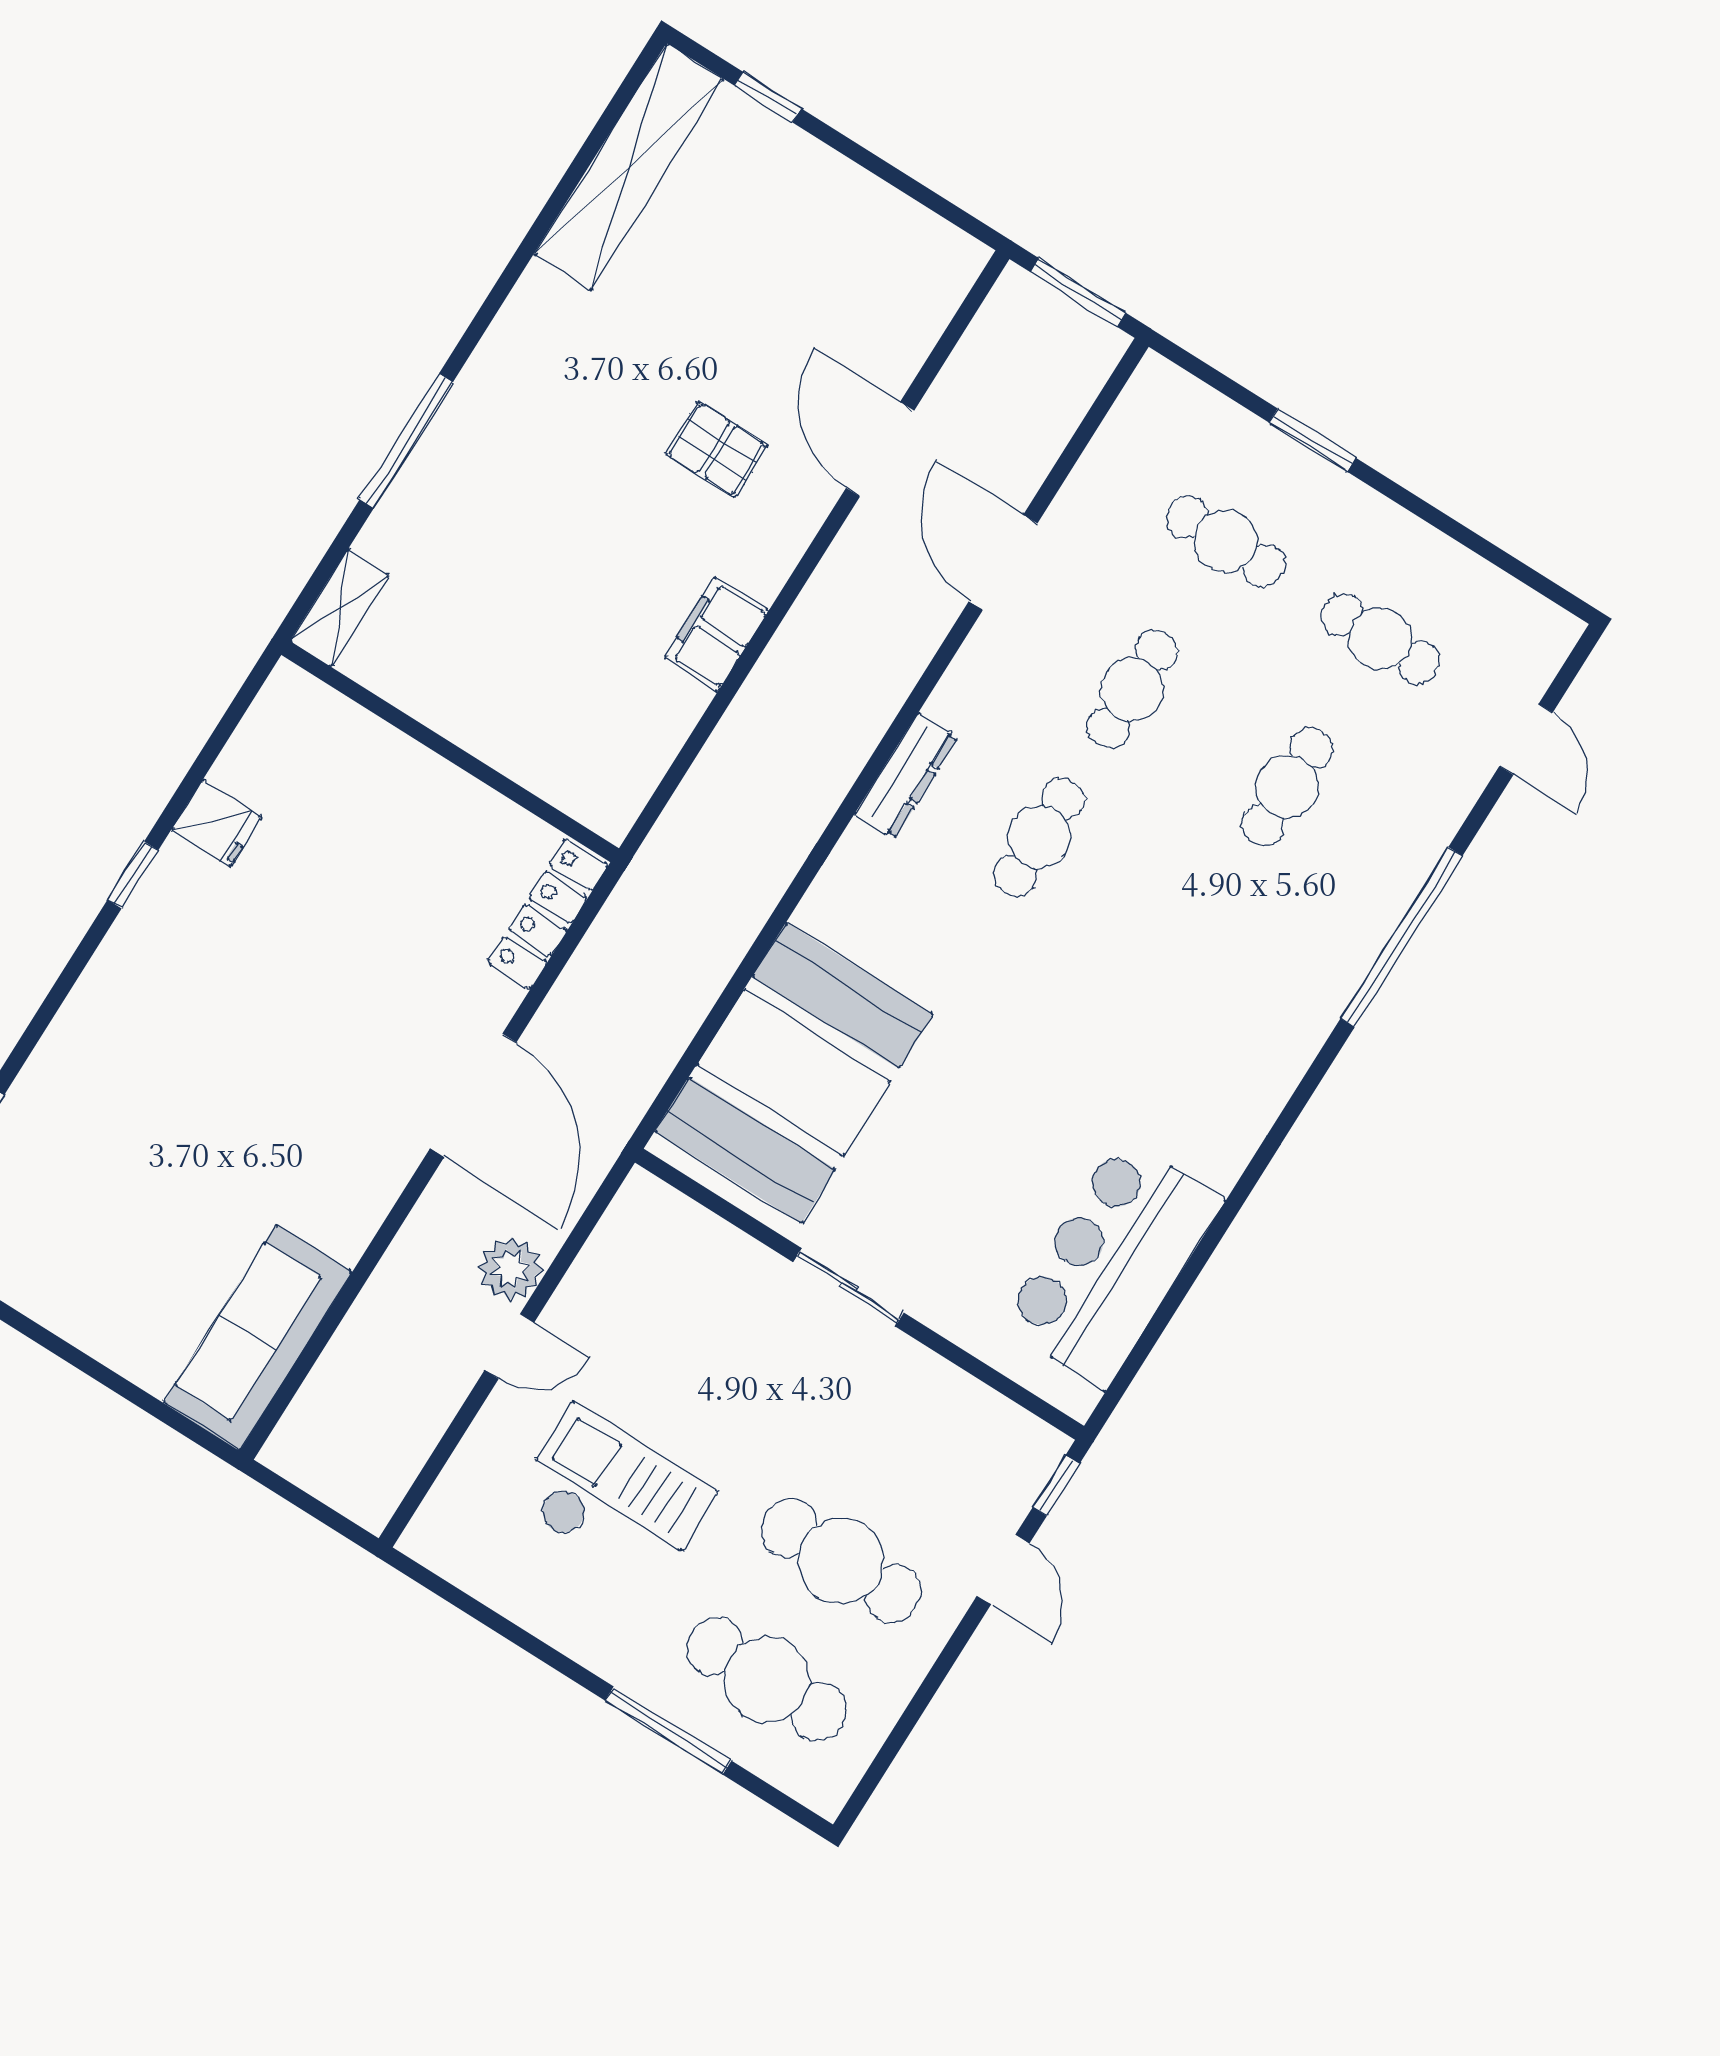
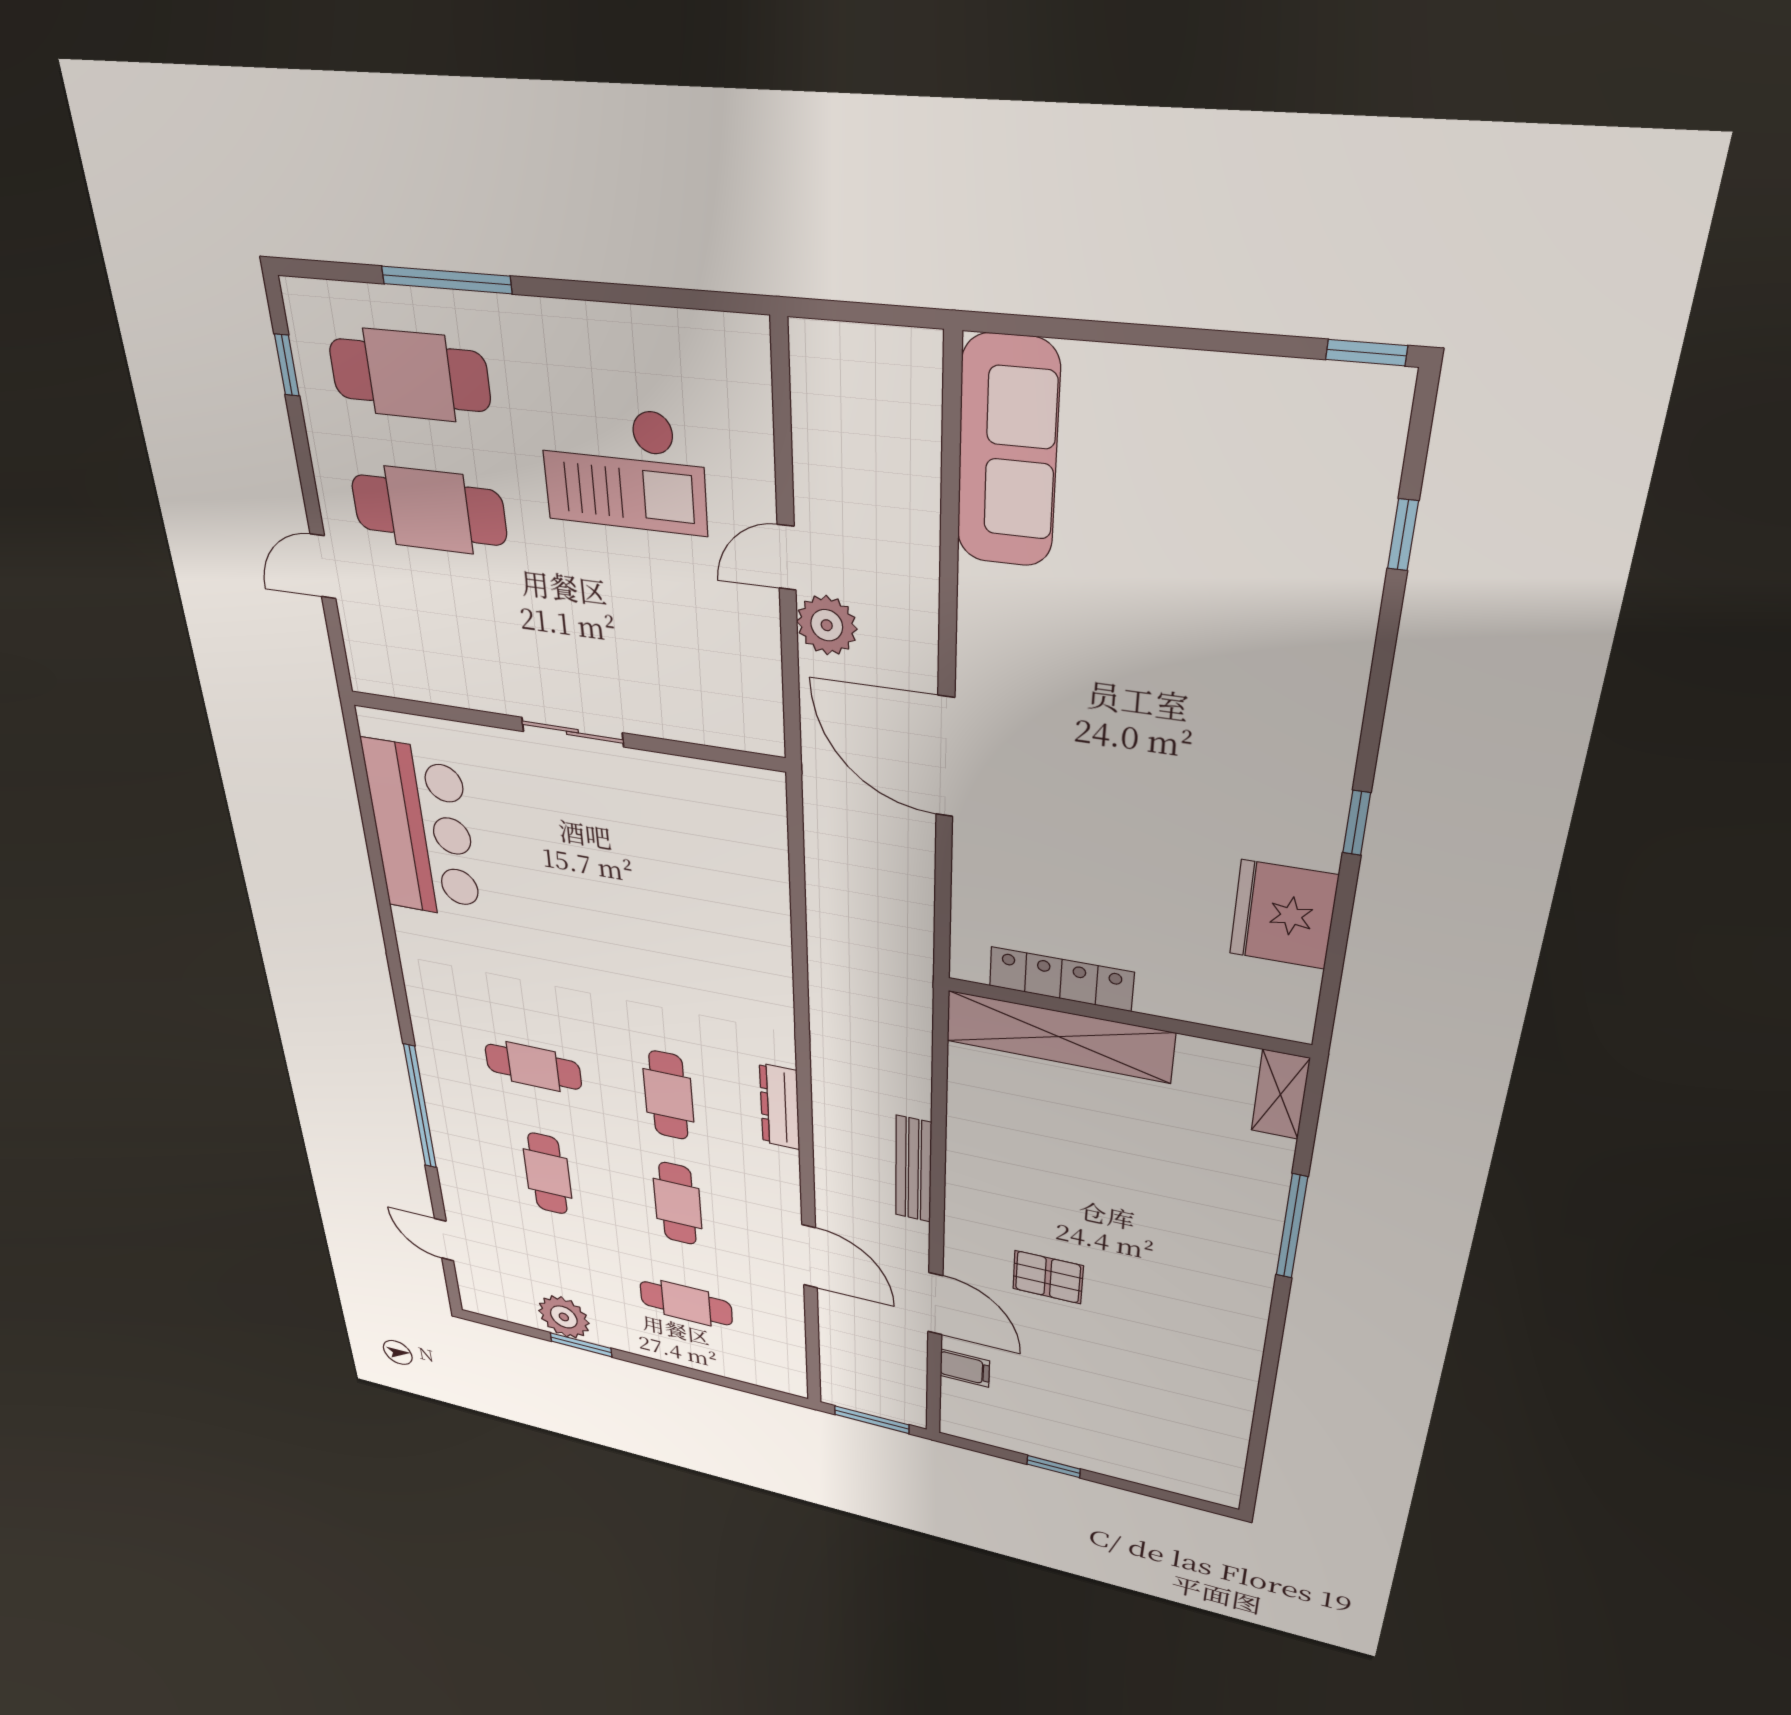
window: (768, 97) -> (1054, 1467), moved
shelving: (629, 167) -> (1059, 1037), moved, turned 90
window: (1313, 440) -> (581, 1345), moved
plant: (1430, 569) -> (564, 1317), added
filing cabinet: (716, 634) -> (965, 1368), moved, width x0.50
cafe table: (1380, 639) -> (533, 1067), moved
bench: (793, 643) -> (913, 1169), added
fridge: (217, 823) -> (1283, 915), width x1.88, depth x1.34
locker: (548, 914) -> (1061, 979), moved, turned -90
booth: (794, 1073) -> (717, 875), removed
window: (1056, 1485) -> (287, 365), moved
door: (1003, 1570) -> (323, 566), hinge flipped

